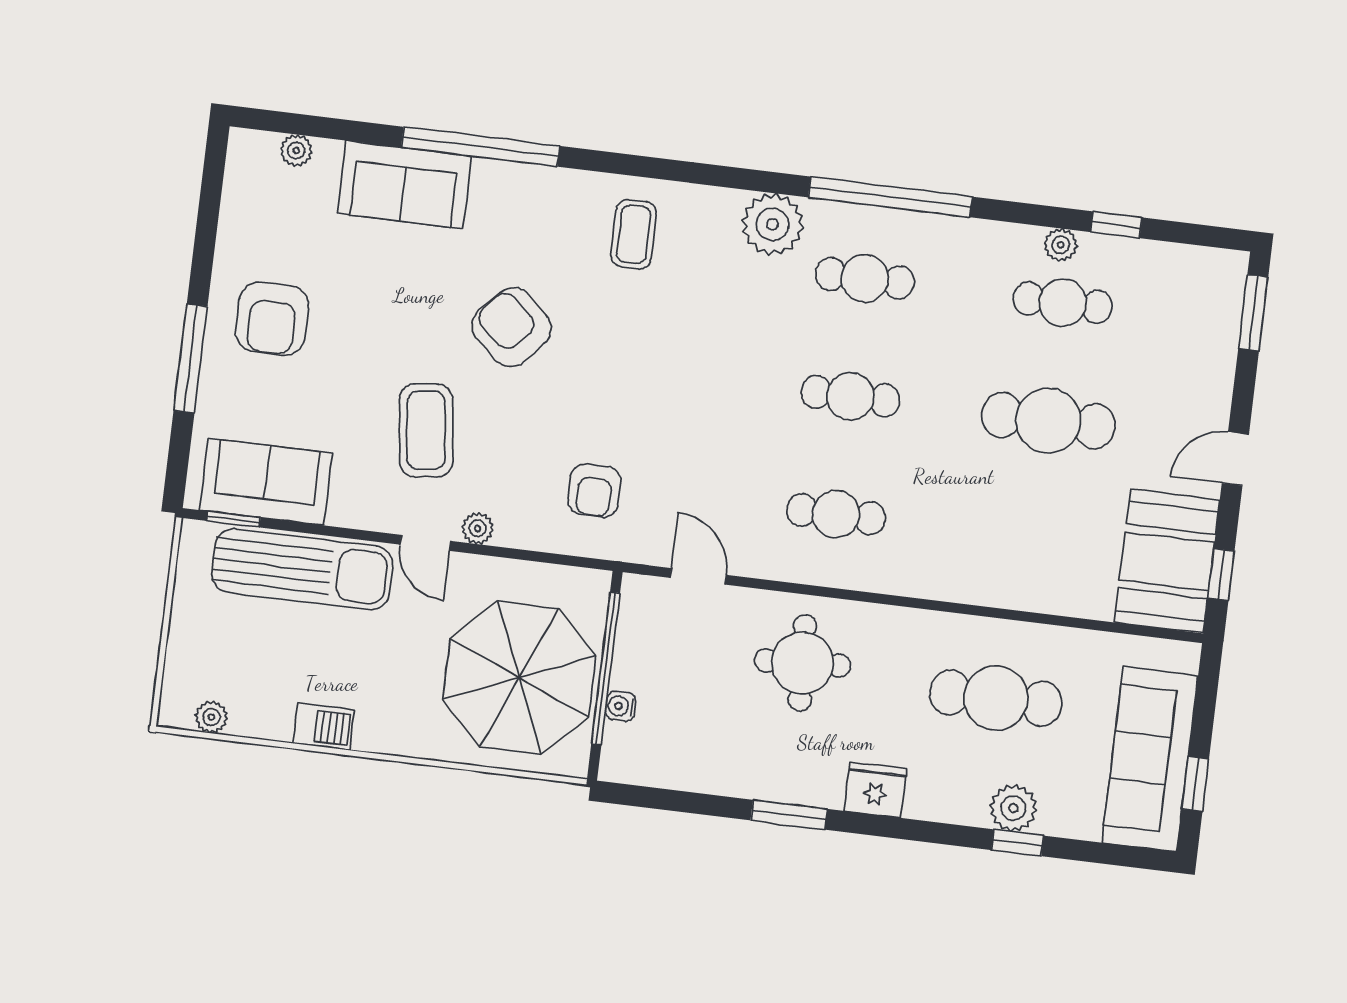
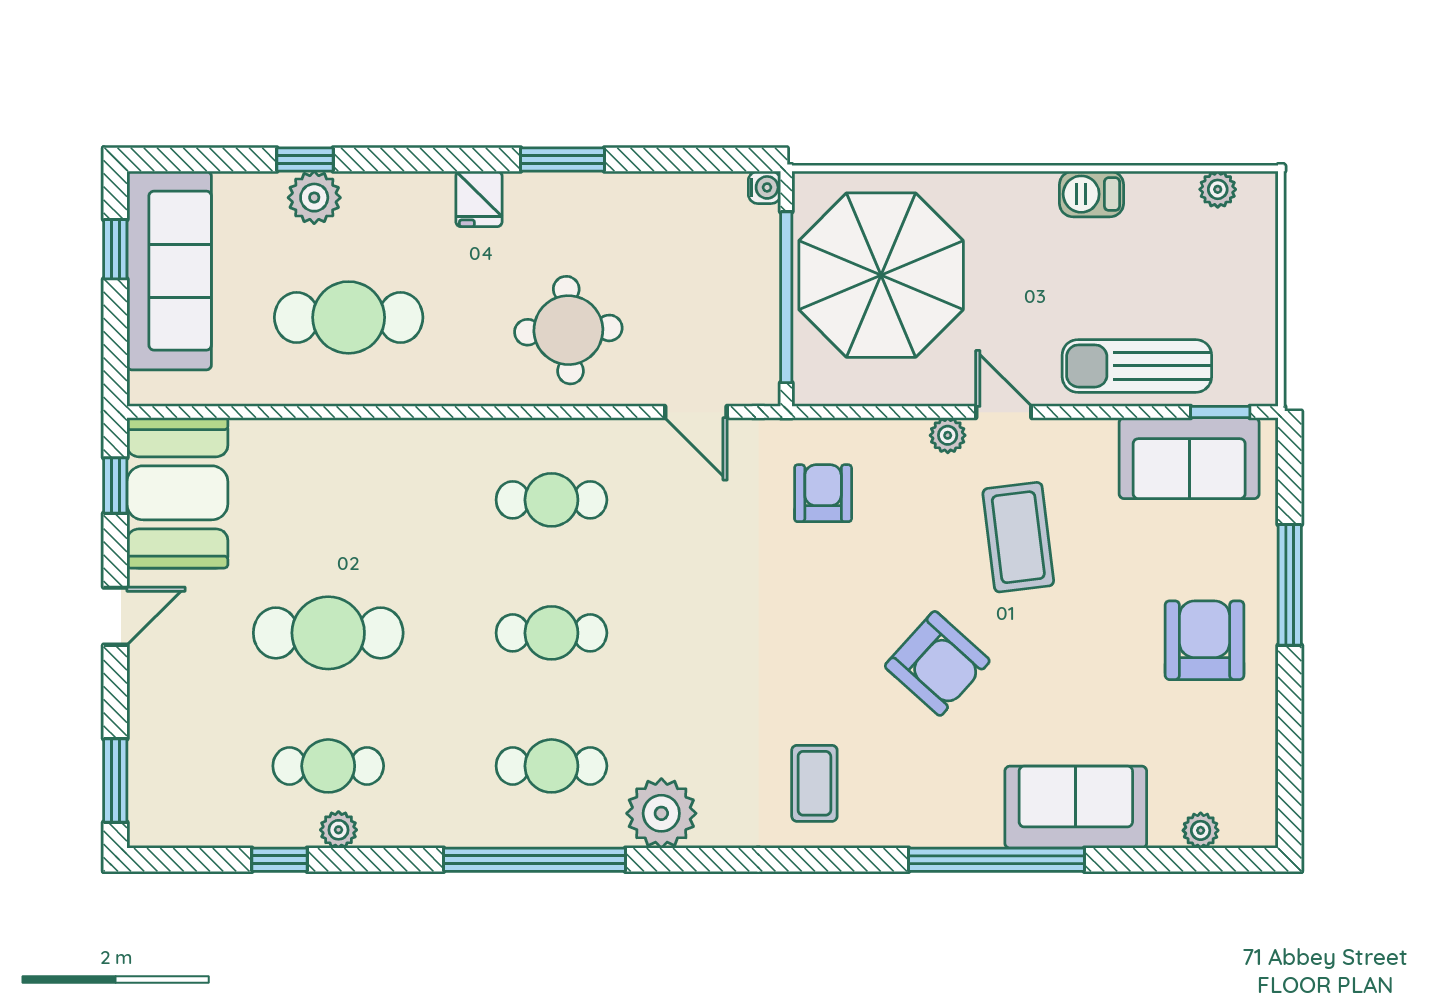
sun lounger: (302, 569) -> (1137, 366), width x0.73, depth x0.75
water cooler: (621, 706) -> (764, 187), moved
fridge: (875, 790) -> (479, 199), width x0.72

